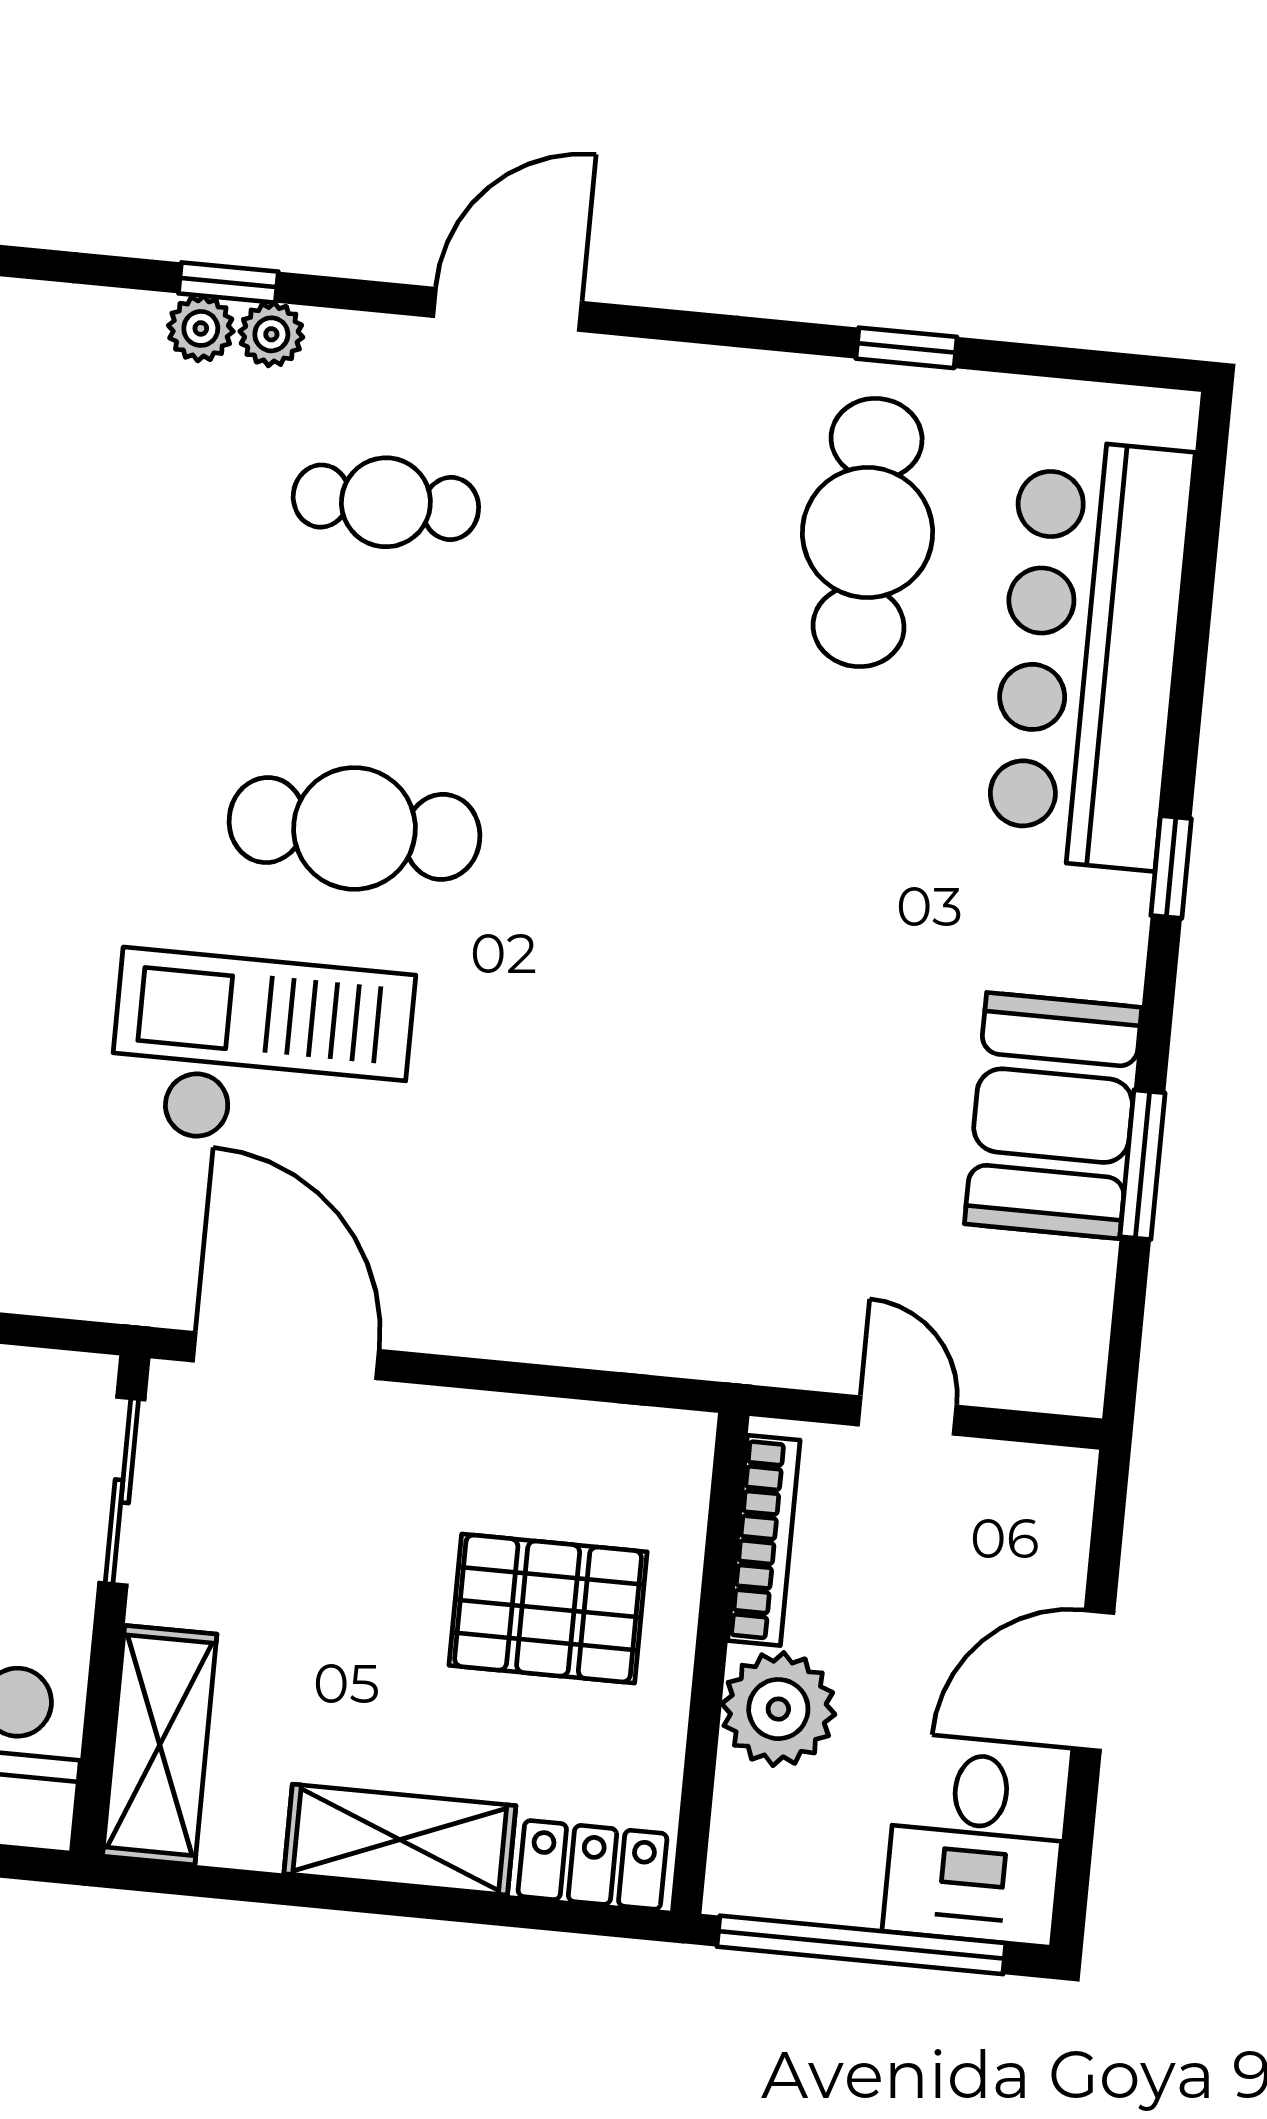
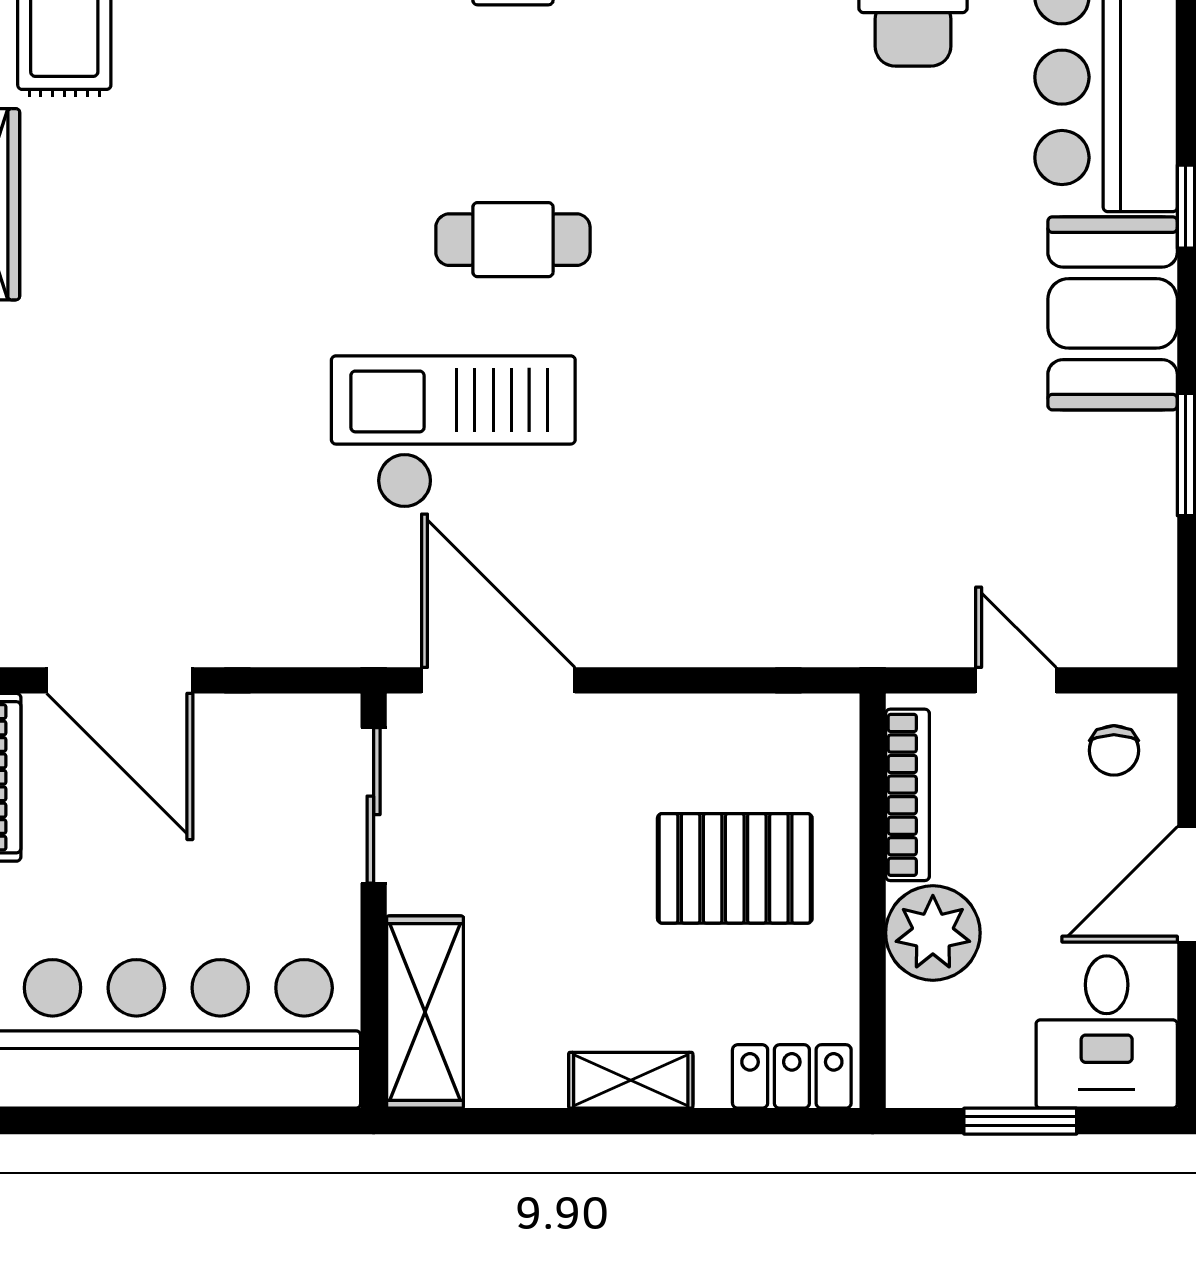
cafe table: (354, 828) -> (513, 240), width x0.73, depth x0.74
booth: (1053, 1116) -> (1113, 313), moved
chair: (1017, 1511) -> (1114, 750), added
shelving: (400, 1840) -> (631, 1080), width x0.67, depth x0.75
window: (861, 1945) -> (1020, 1121), width x0.47

